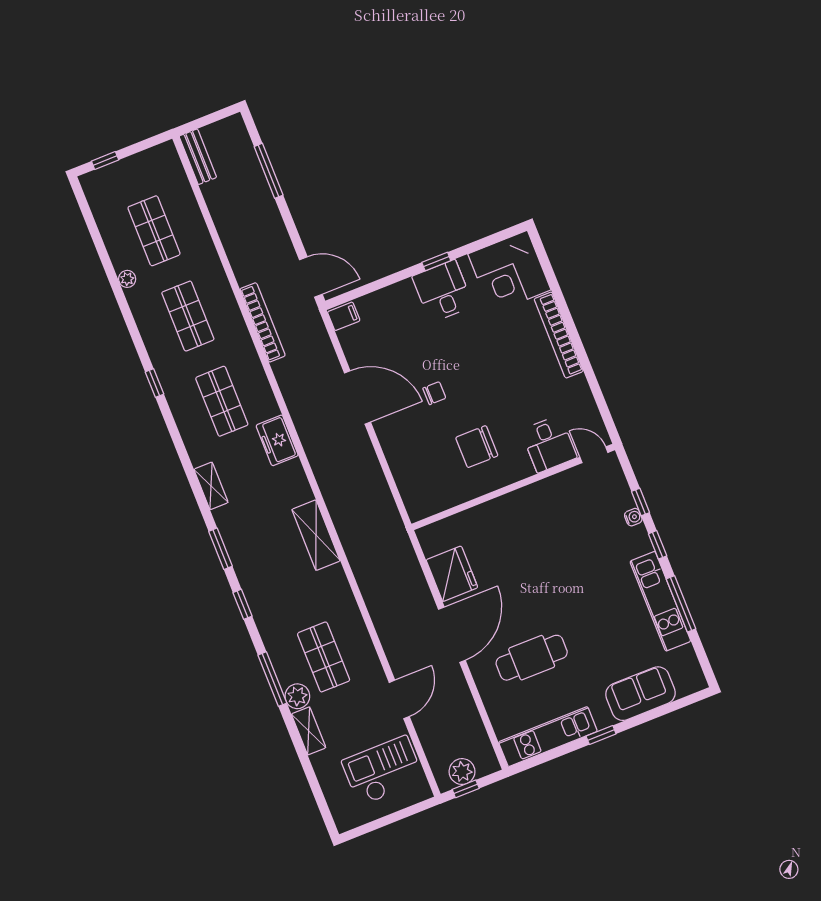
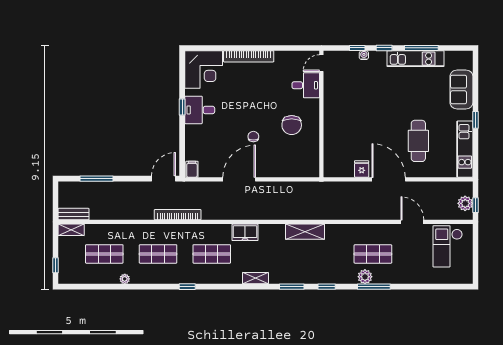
fridge: (452, 574) -> (362, 169), width x0.53, depth x0.75
plant: (297, 696) -> (365, 277), moved
shelving: (309, 731) -> (71, 230), moved

